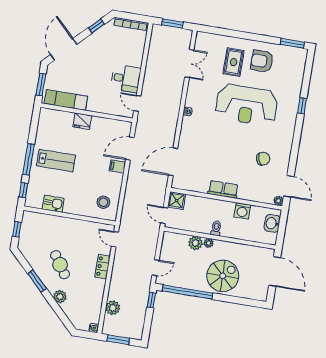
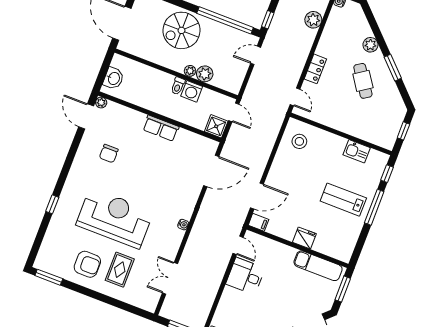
chair: (263, 159) -> (109, 154), turned -71
filing cabinet: (117, 167) -> (258, 222), moved
washing machine: (242, 211) -> (192, 91), moved, turned 180

